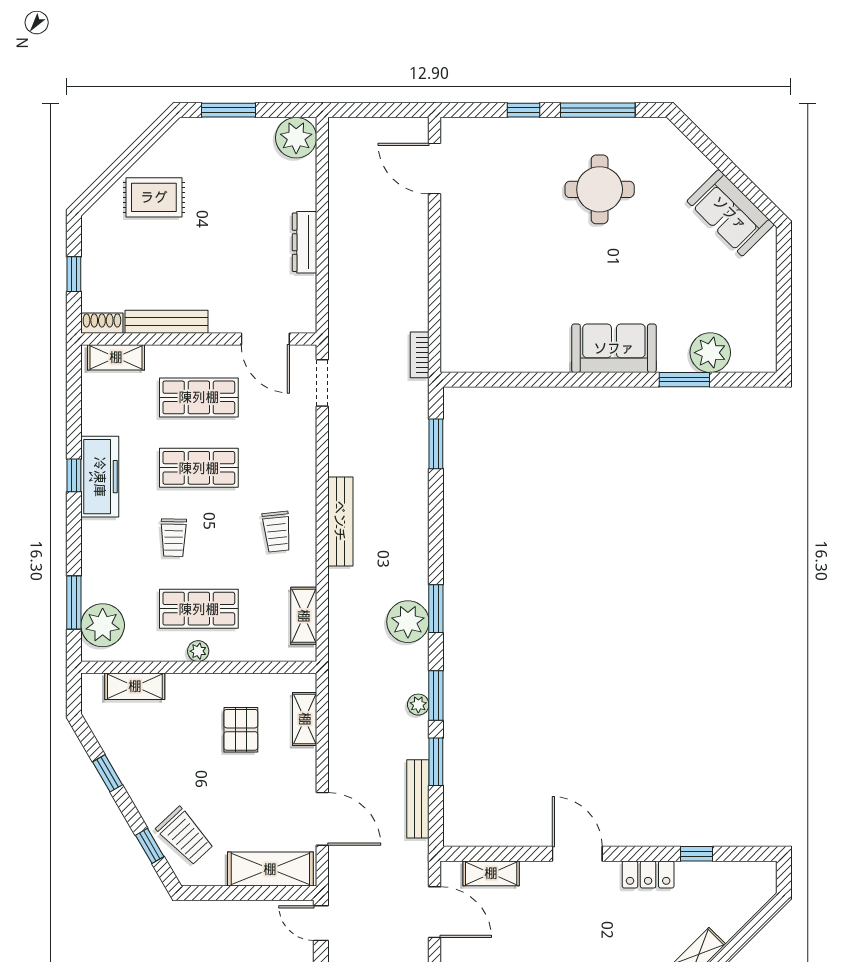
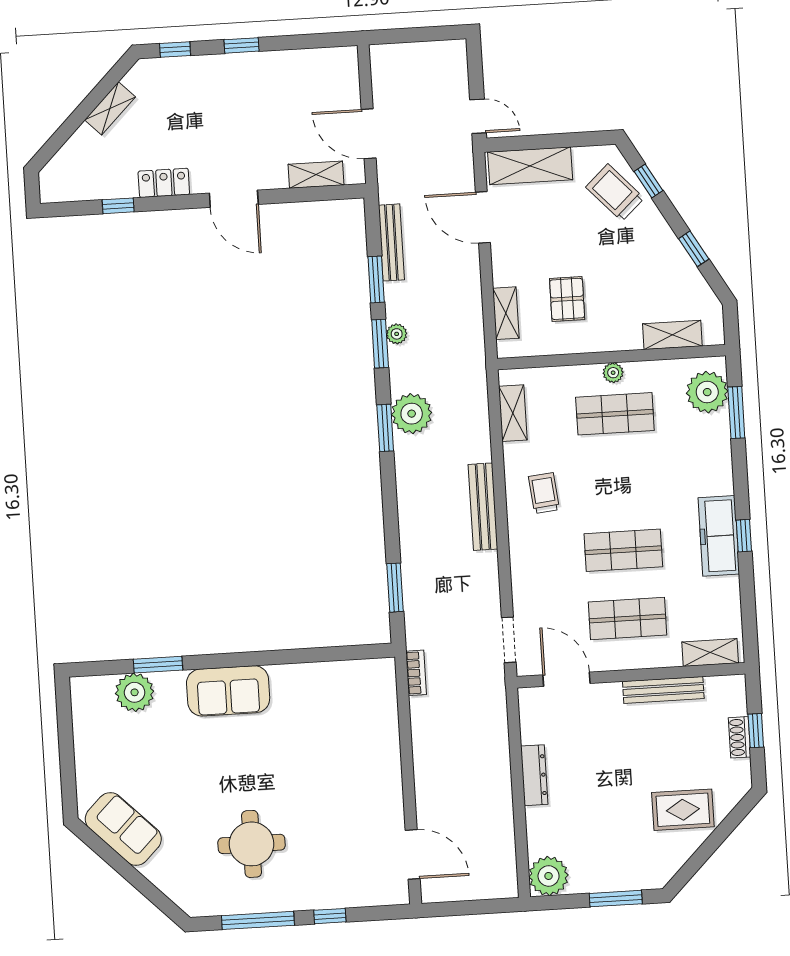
shoe rack: (102, 323) -> (739, 737), moved, turned 90
trolley: (174, 538) -> (644, 481), removed

